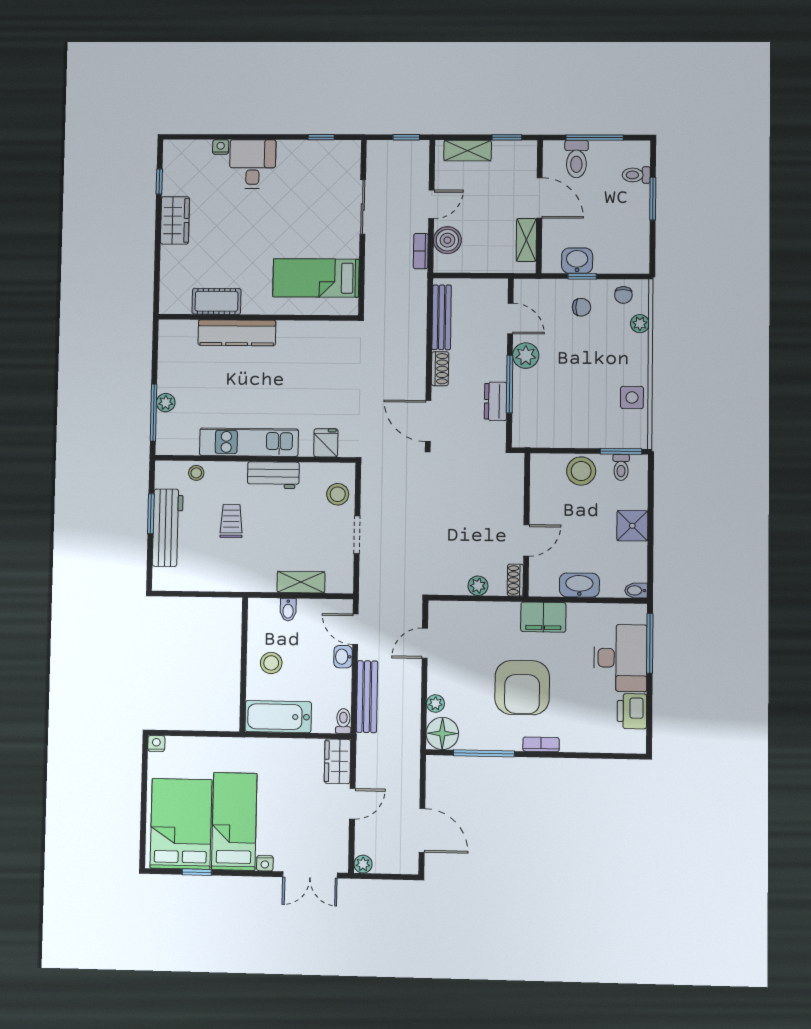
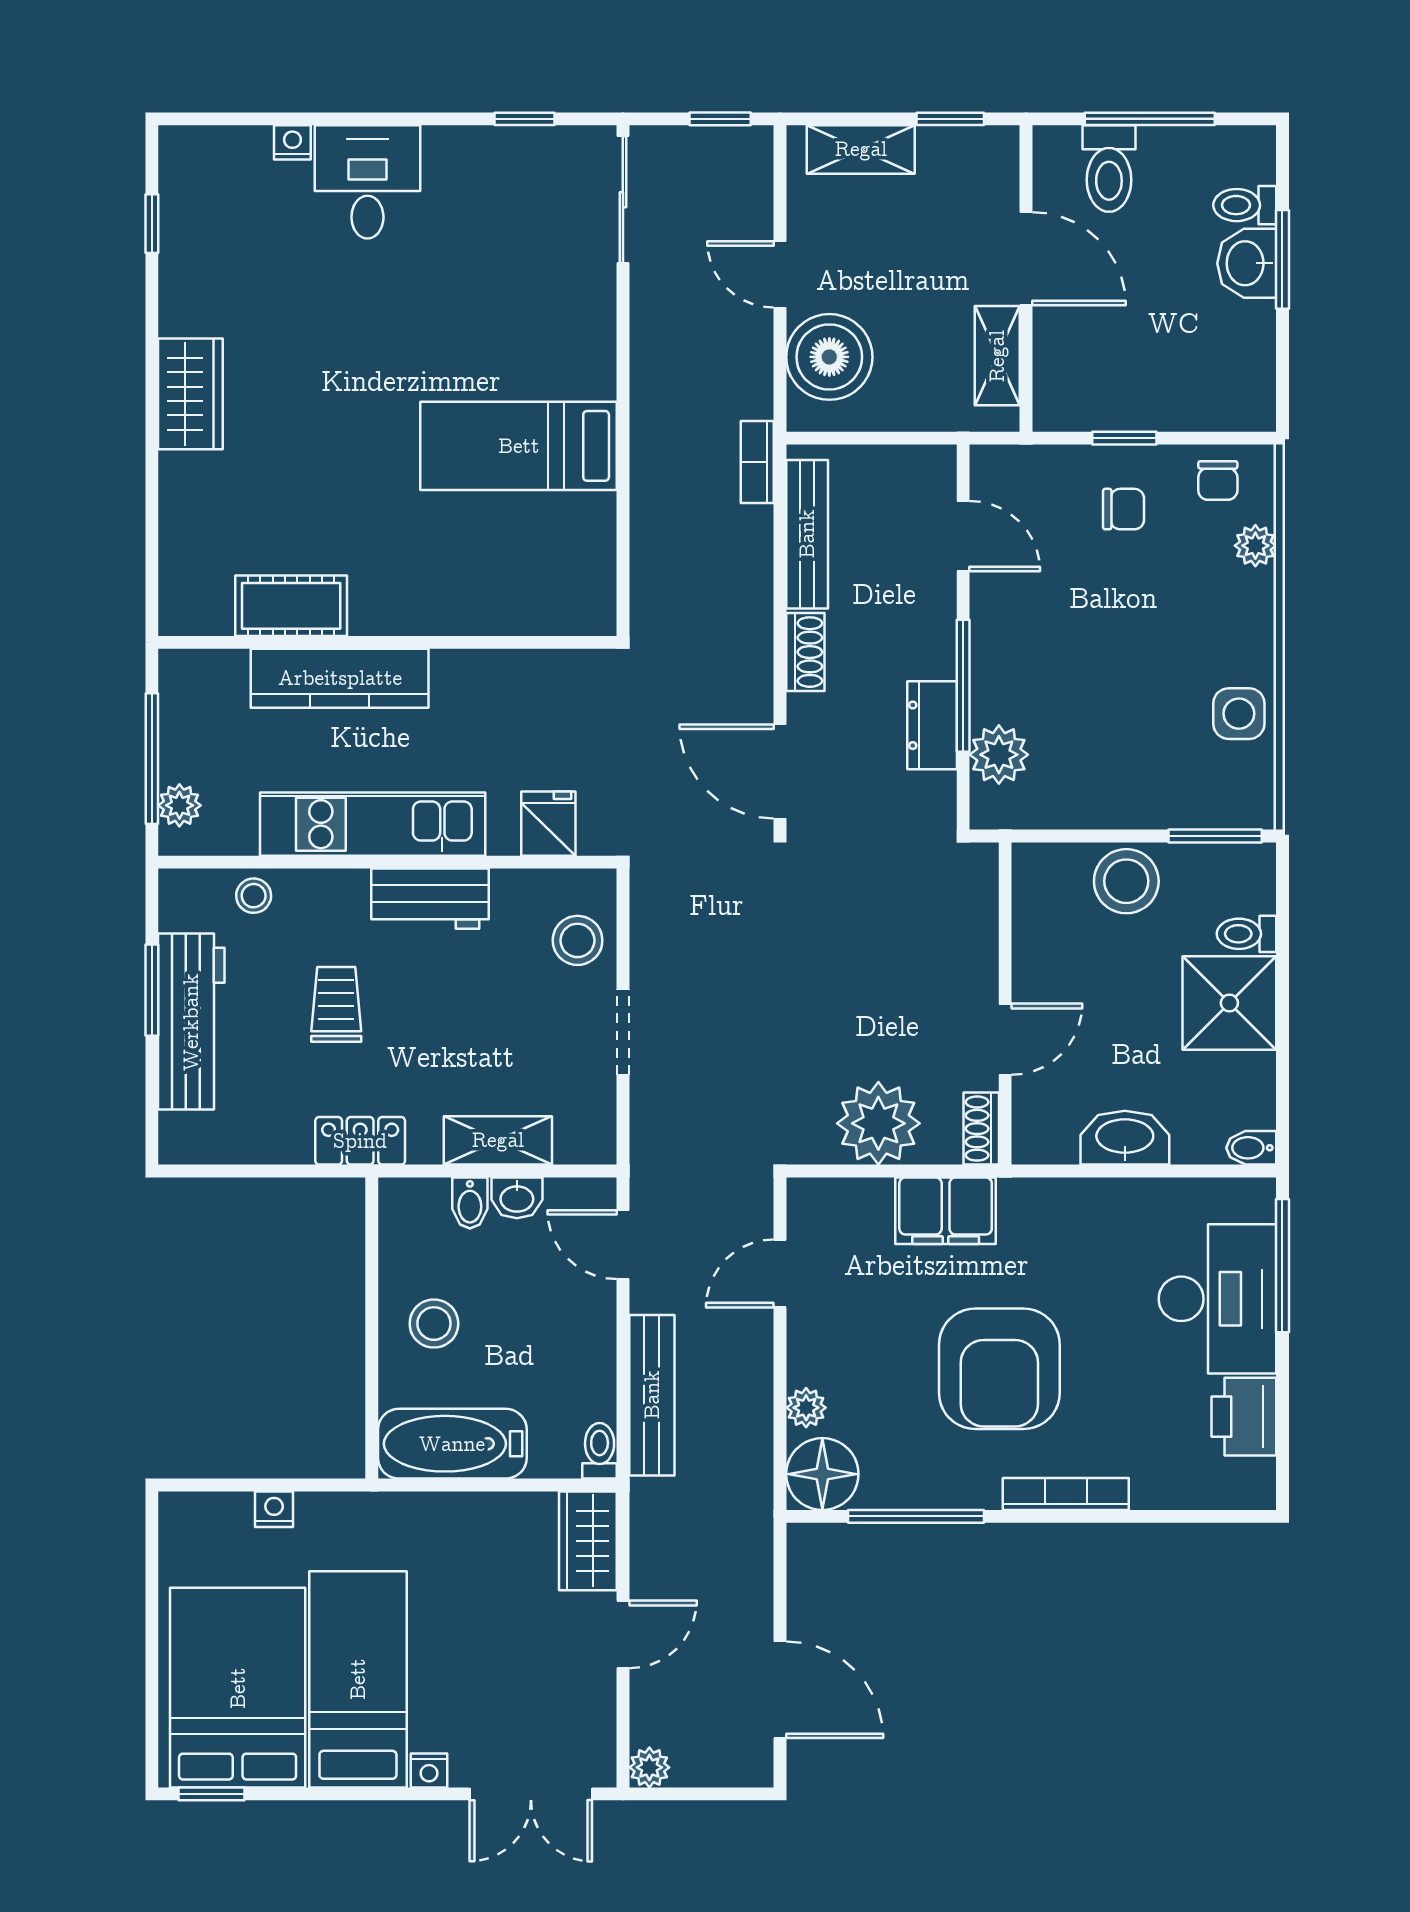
door: (431, 204) -> (780, 274), swing flipped
sliding door: (363, 207) -> (623, 200), moved
wardrobe: (175, 220) -> (190, 394), moved
boiler: (447, 240) -> (829, 357), width x1.37, depth x1.37
bookcase: (421, 251) -> (757, 462), moved
washbasin: (577, 261) -> (1247, 263), moved, turned -90
cot: (217, 301) -> (291, 606), moved
wall: (258, 317) -> (387, 642), moved
kitchen counter: (237, 333) -> (340, 678), moved
plant: (526, 356) -> (999, 755), moved
plant: (166, 403) -> (179, 805), moved
toilet: (621, 467) -> (1247, 934), moved, turned 90
shower: (632, 526) -> (1229, 1003), width x1.36, depth x1.36
locker: (240, 581) -> (360, 1141), added
plant: (478, 586) -> (878, 1123), width x1.87, depth x1.87
filing cabinet: (543, 617) -> (946, 1211), moved
washbasin: (343, 657) -> (517, 1198), moved, turned -90
nightstand: (156, 744) -> (274, 1509), moved
bookcase: (541, 744) -> (1066, 1494), width x1.56
window: (197, 872) -> (212, 1794), moved

